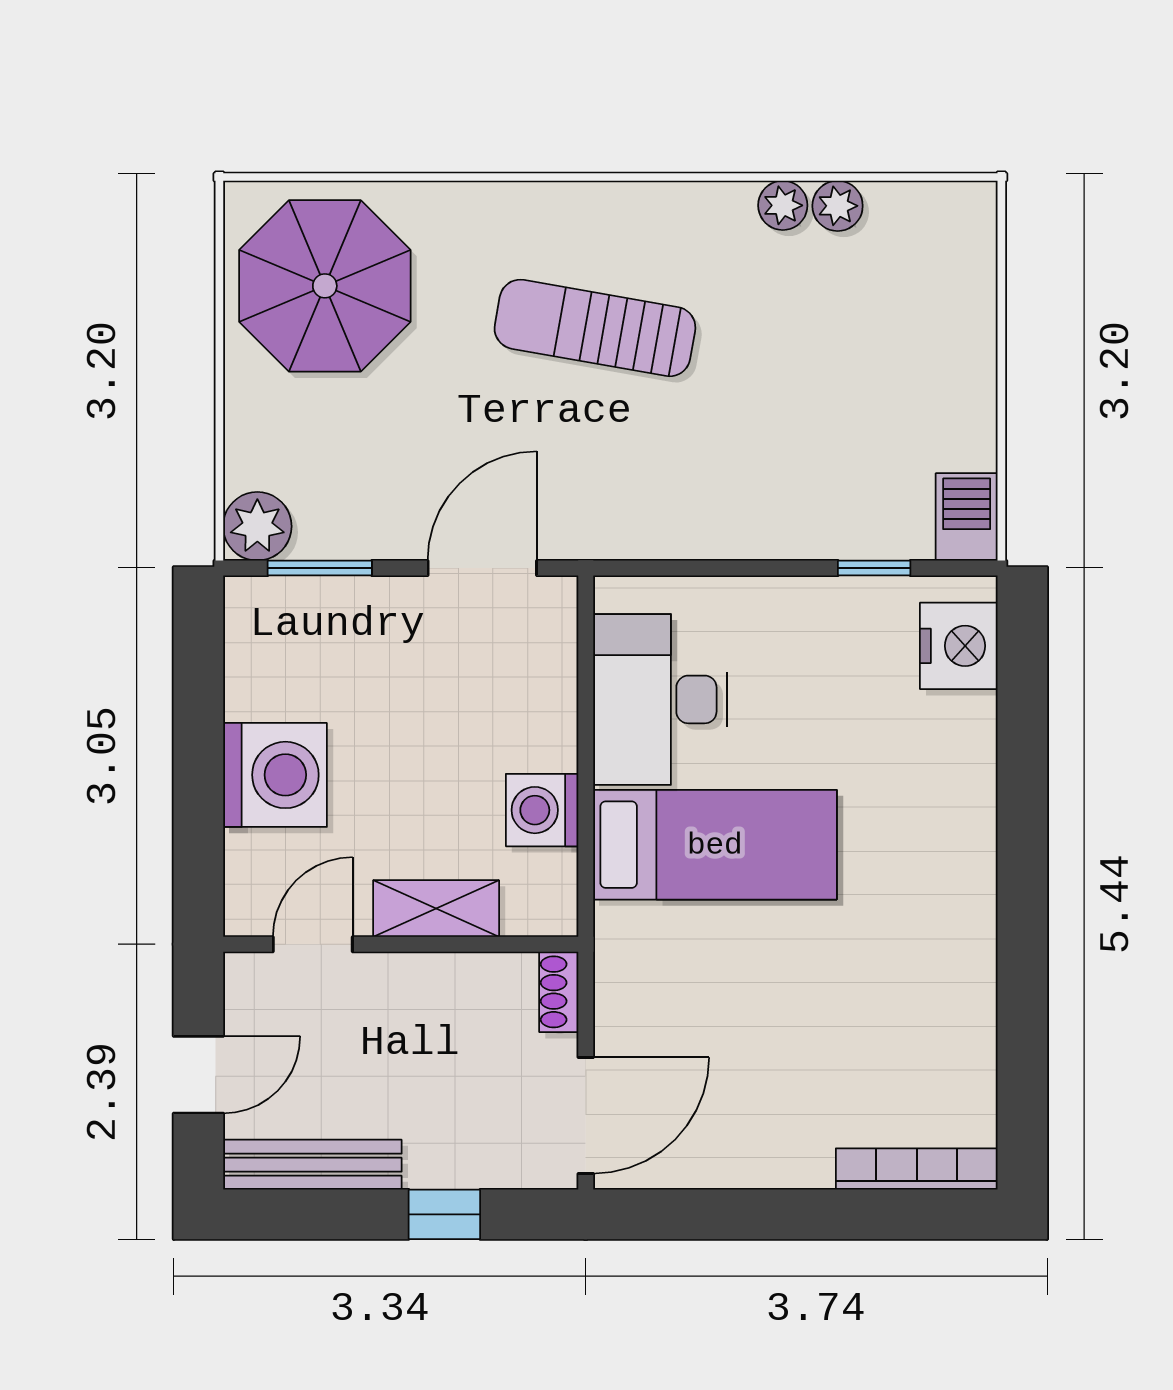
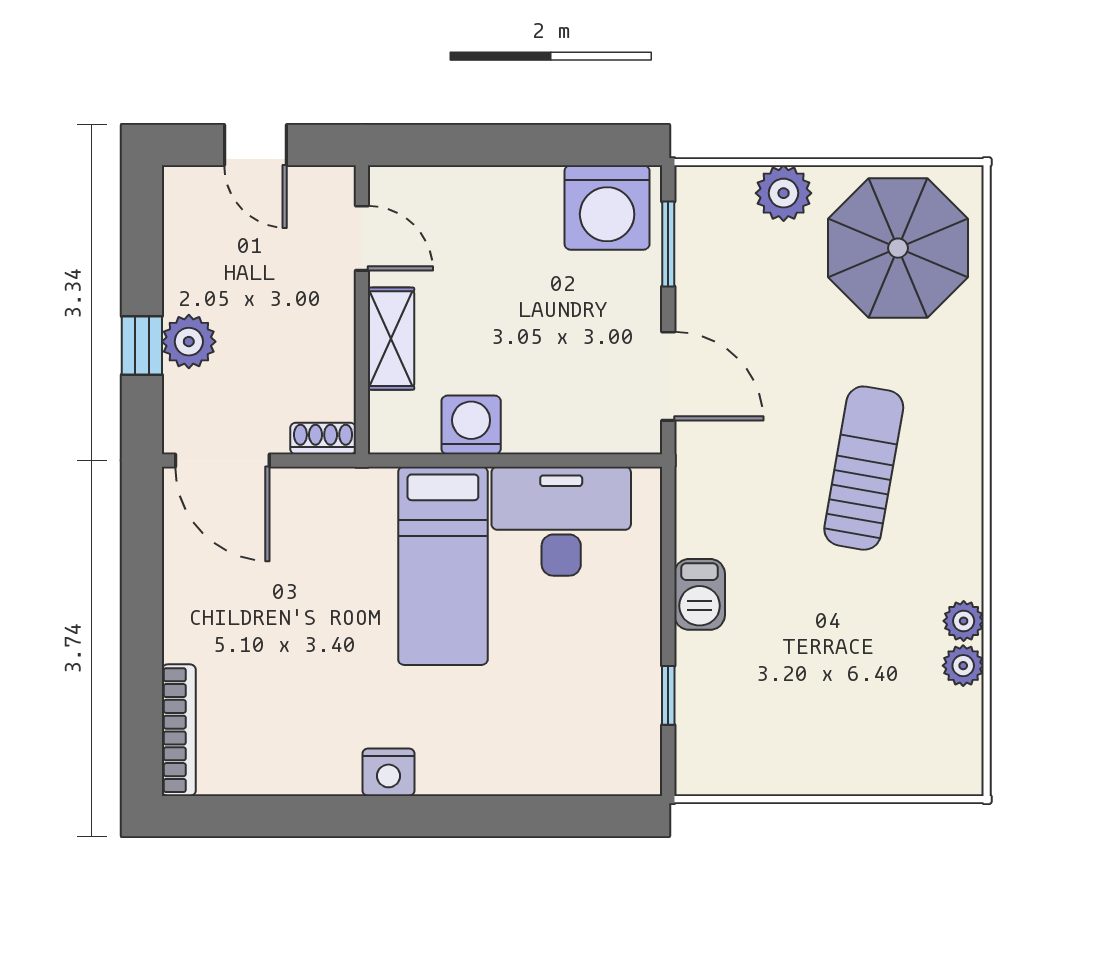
barbecue: (967, 517) -> (700, 594), moved, turned 90
plant: (257, 526) -> (784, 193), moved
nightstand: (959, 646) -> (389, 772), moved, width x0.74, depth x0.75
washing machine: (275, 775) -> (607, 207), moved
plant: (440, 1157) -> (189, 342), added
bench: (312, 1165) -> (182, 238), removed

